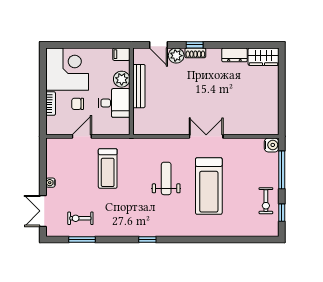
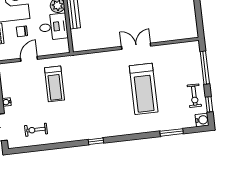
water cooler: (272, 145) -> (202, 120), moved
weight bench: (166, 178) -> (106, 87), removed
window: (82, 240) -> (172, 132), moved

